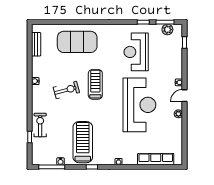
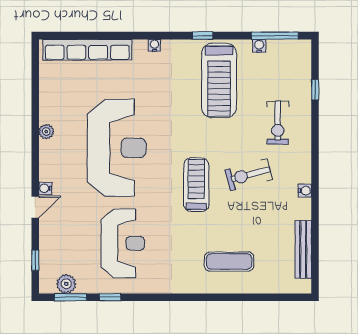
exercise mat: (77, 42) -> (229, 261), width x0.50, depth x0.69
bench: (36, 44) -> (303, 249), width x1.36
treadmill: (95, 84) -> (196, 185), turned 180
door: (184, 96) -> (35, 207), moved
reception desk: (139, 105) -> (117, 148), turned 180
exercise bike: (40, 125) -> (278, 123), moved
row of seats: (156, 159) -> (87, 50), width x1.36

